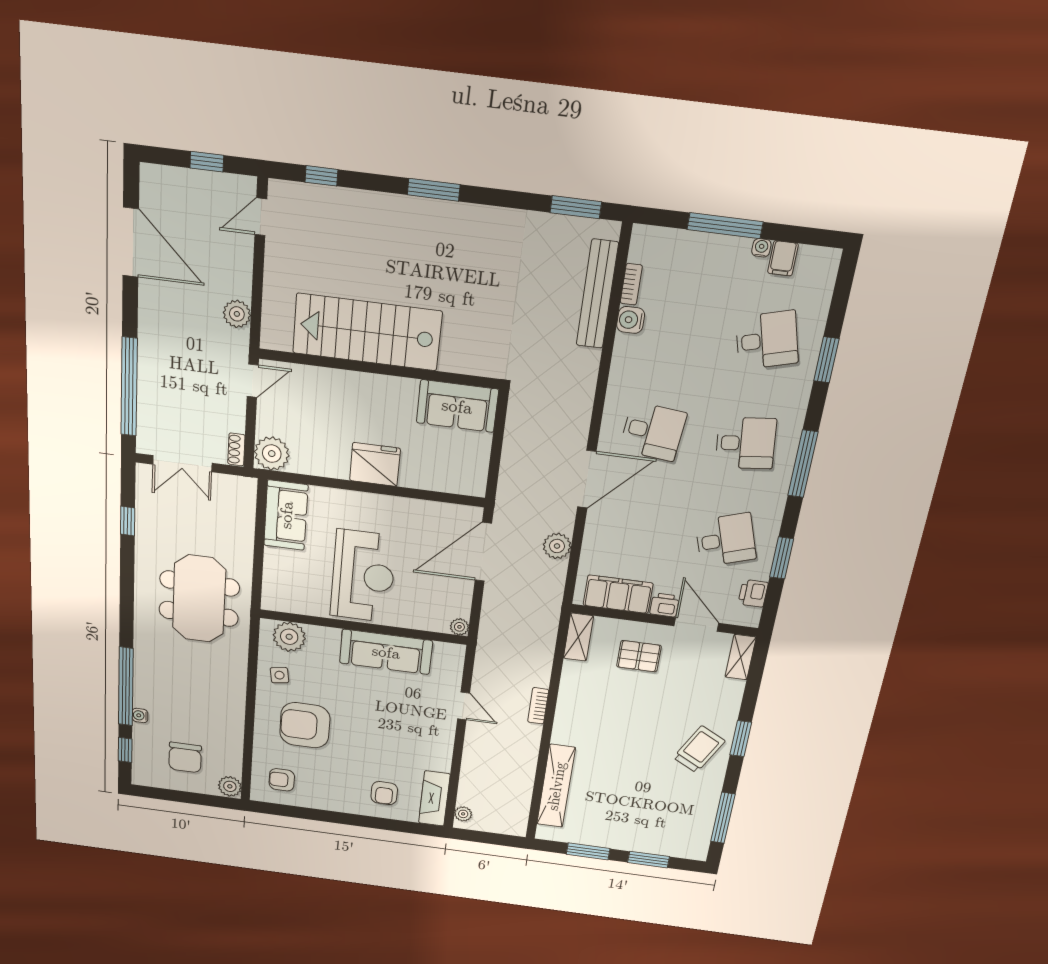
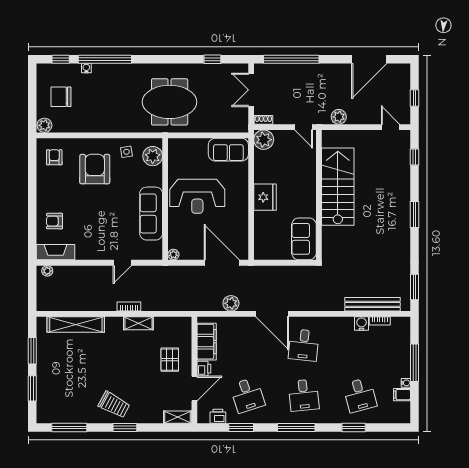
shelving: (578, 637) -> (138, 323), moved

